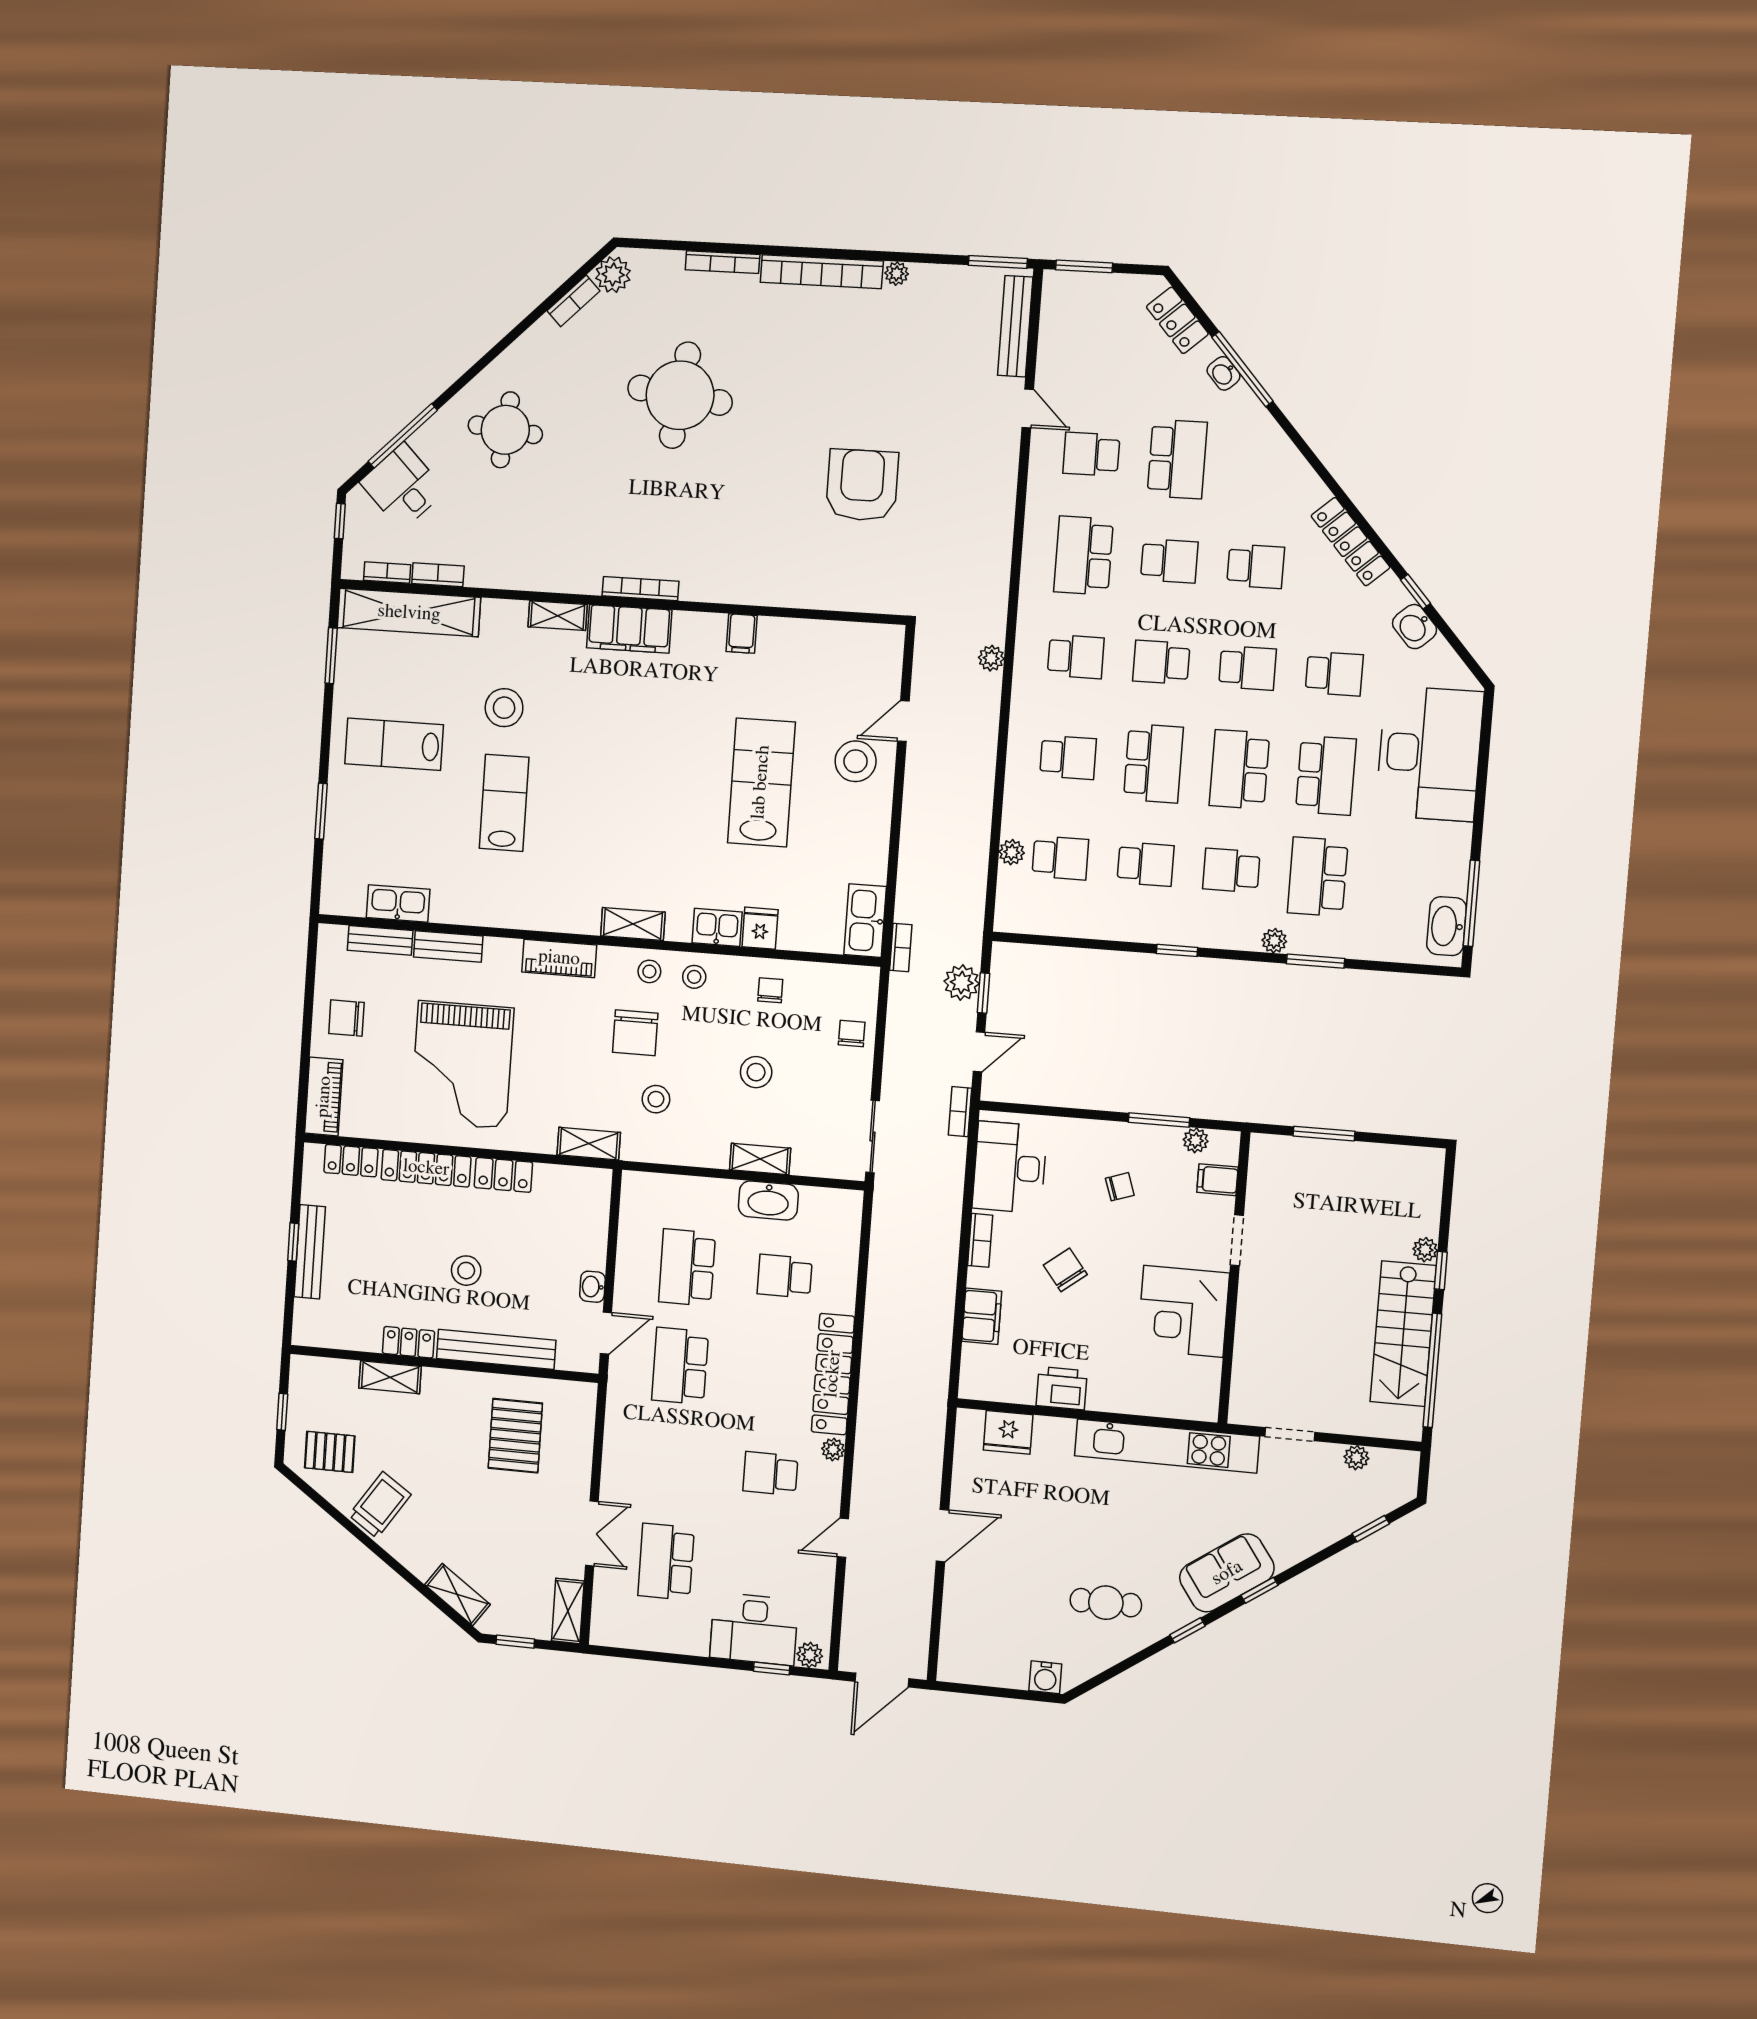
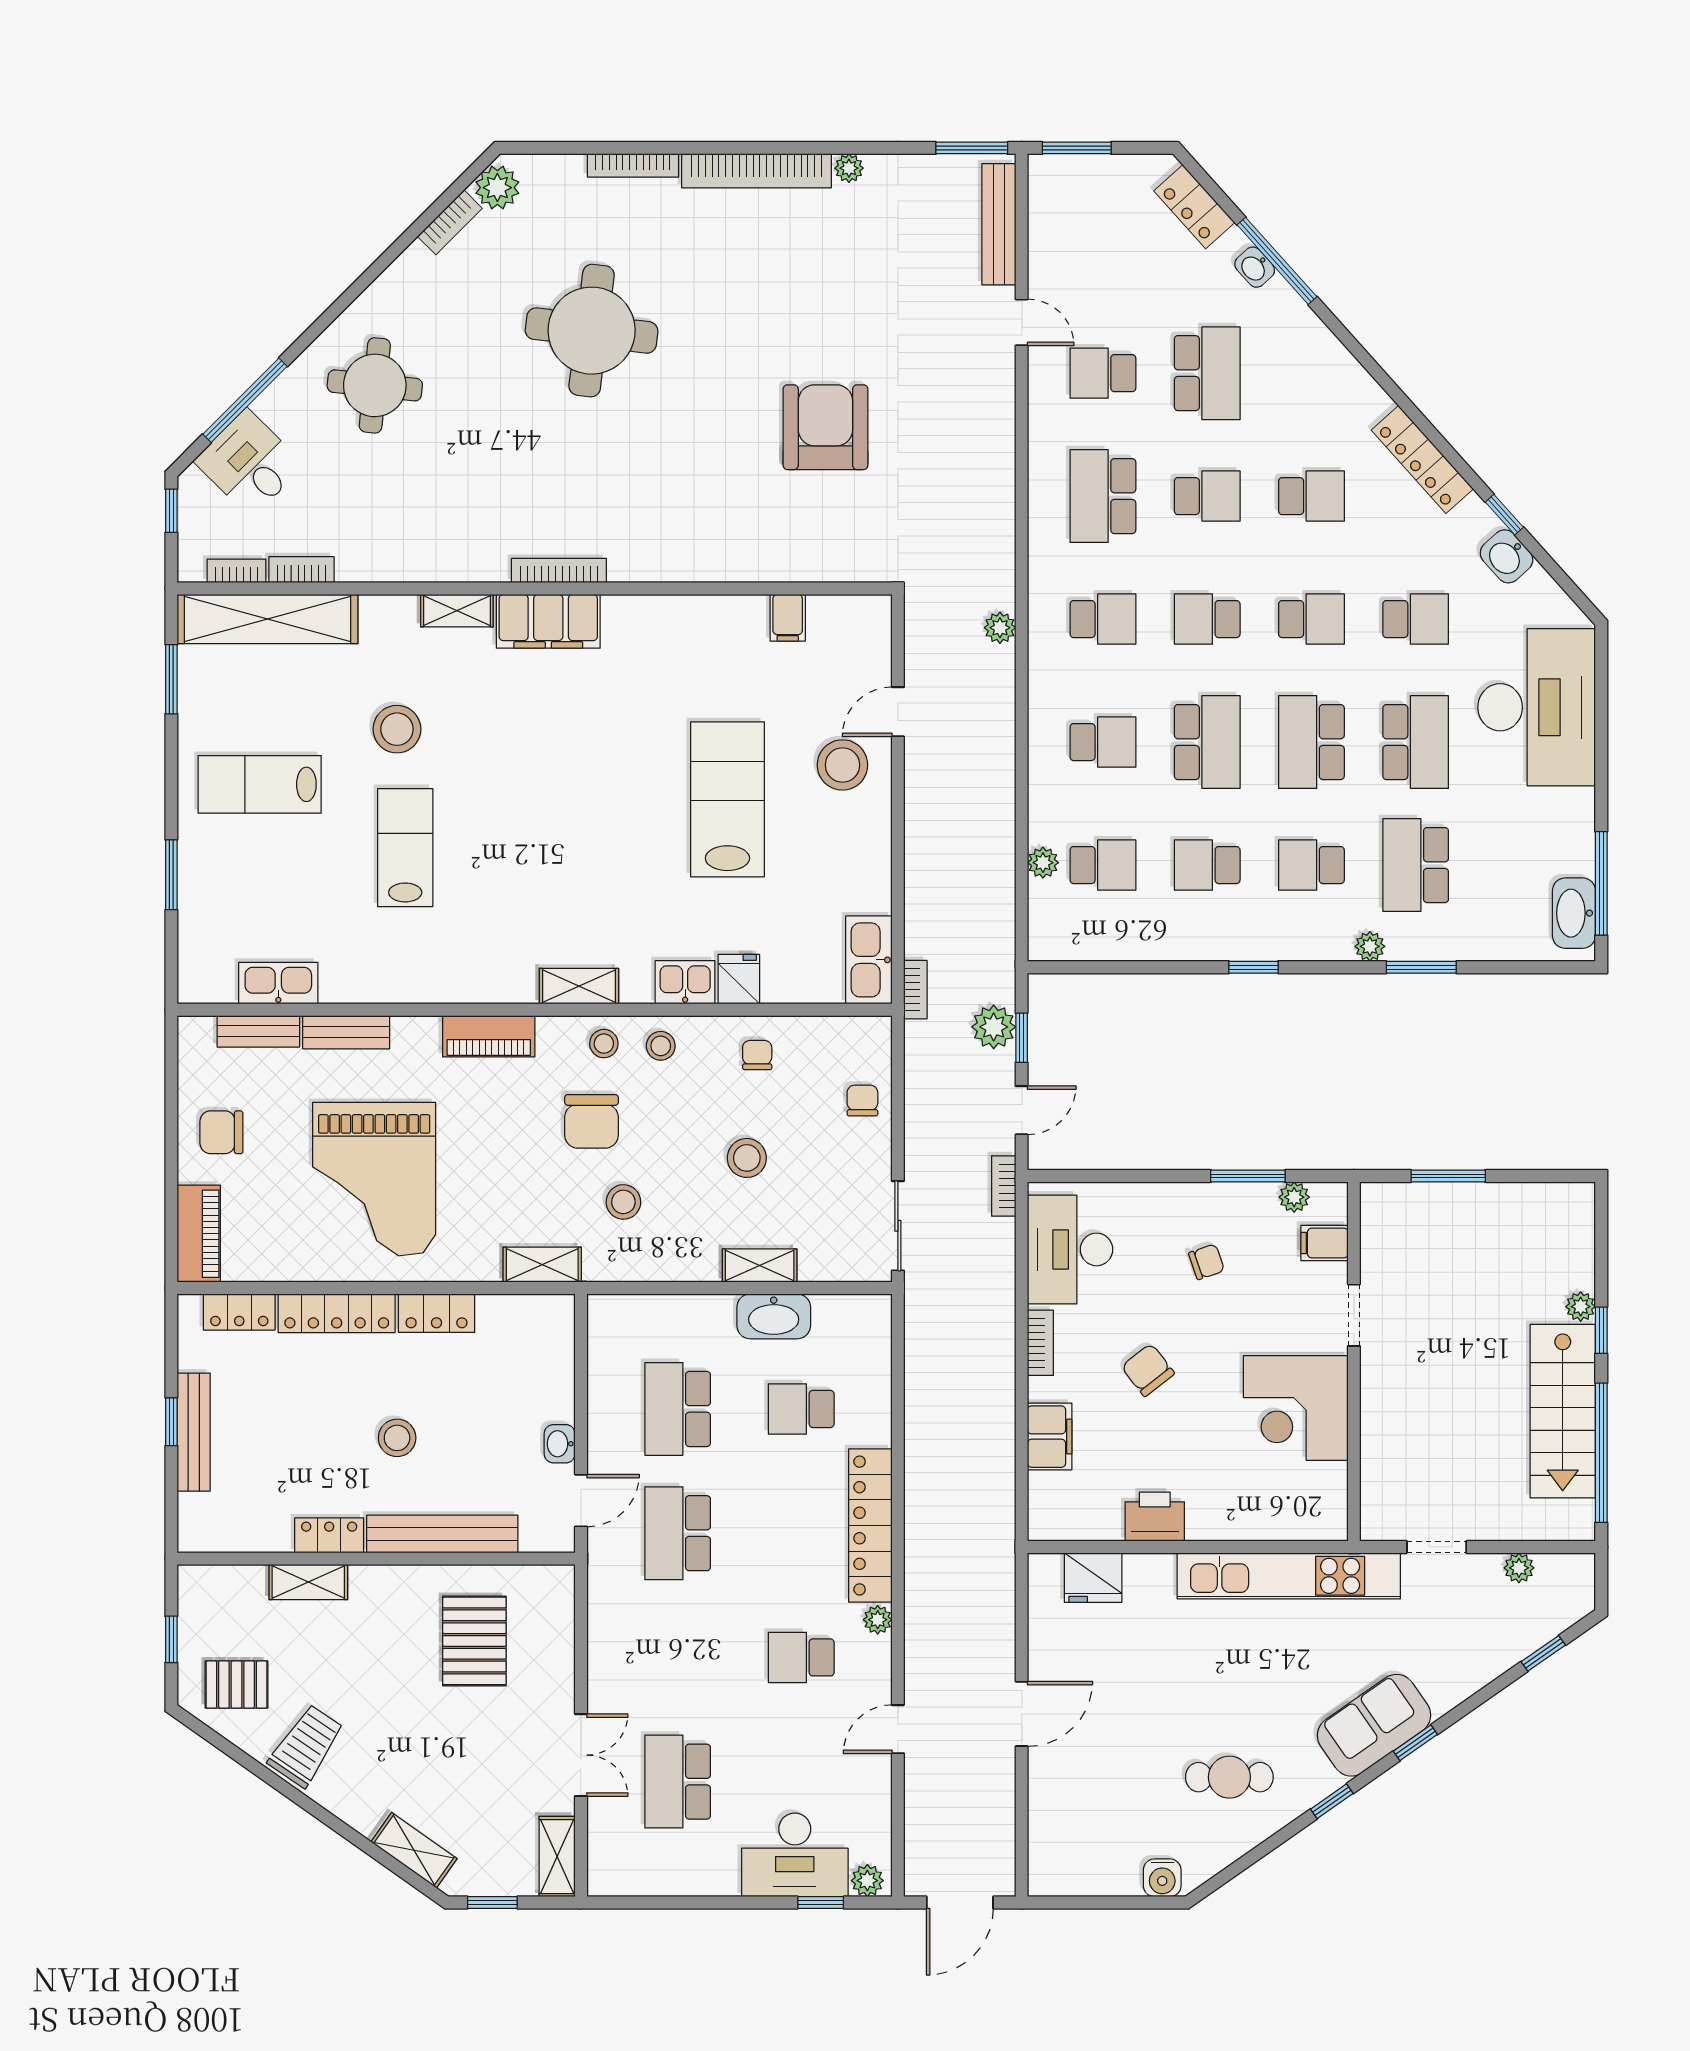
filing cabinet: (742, 633) -> (788, 618), moved
school desk: (1146, 864) -> (1207, 865), turned 180

